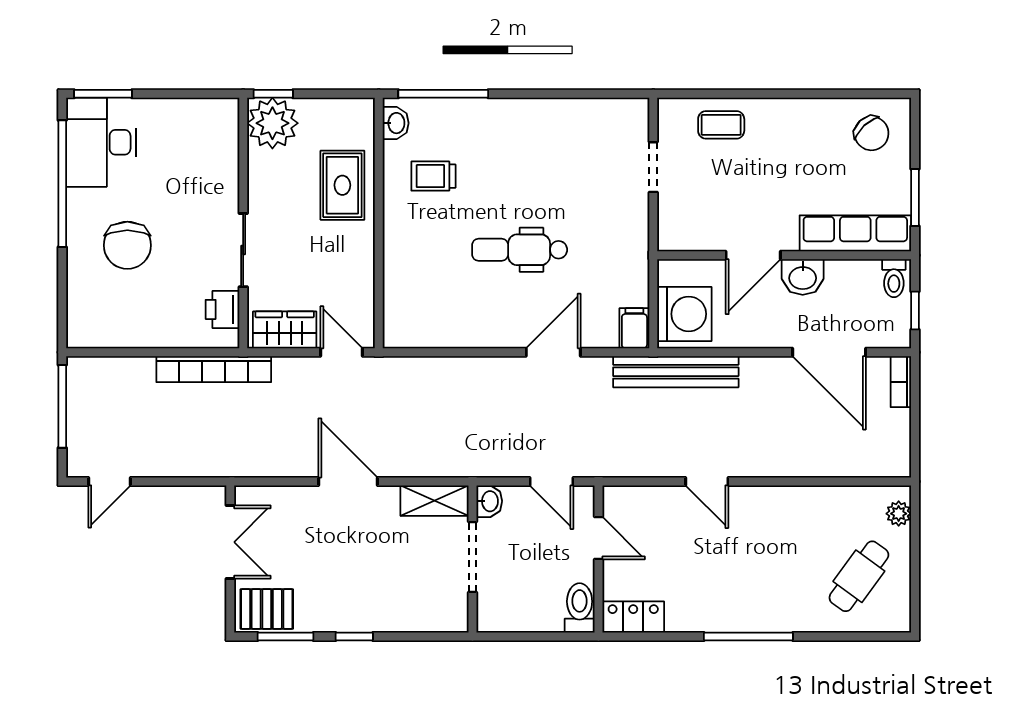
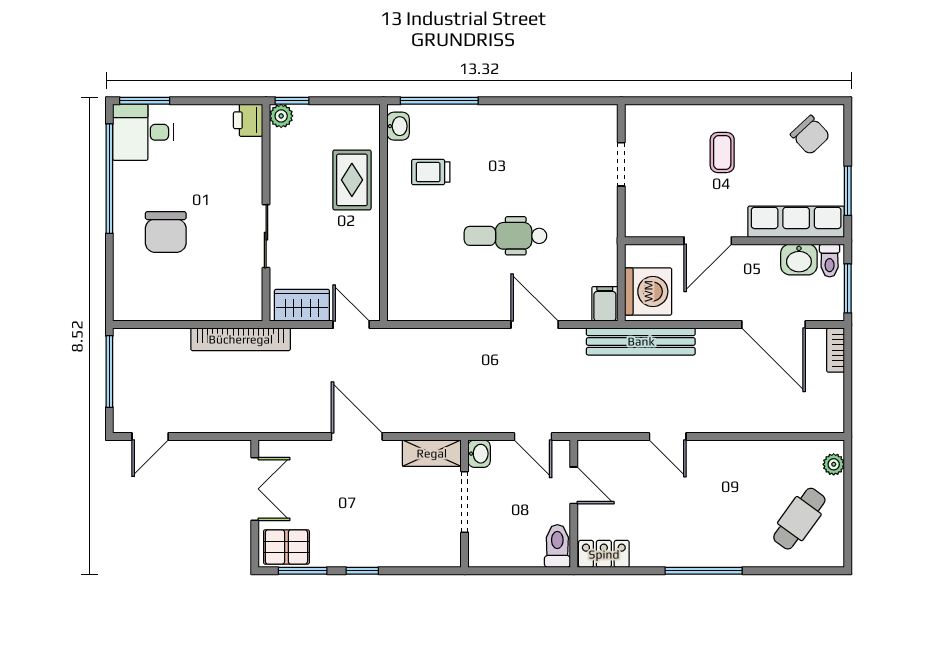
plant: (272, 123) -> (281, 116), width x0.53, depth x0.53
coffee table: (721, 125) -> (722, 152), moved, turned 90
desk: (101, 142) -> (143, 132), width x0.73
washbasin: (803, 277) -> (799, 259), moved
printer: (222, 309) -> (248, 120), moved
window: (915, 310) -> (848, 288), width x1.50
door: (553, 352) -> (535, 325), hinge flipped

